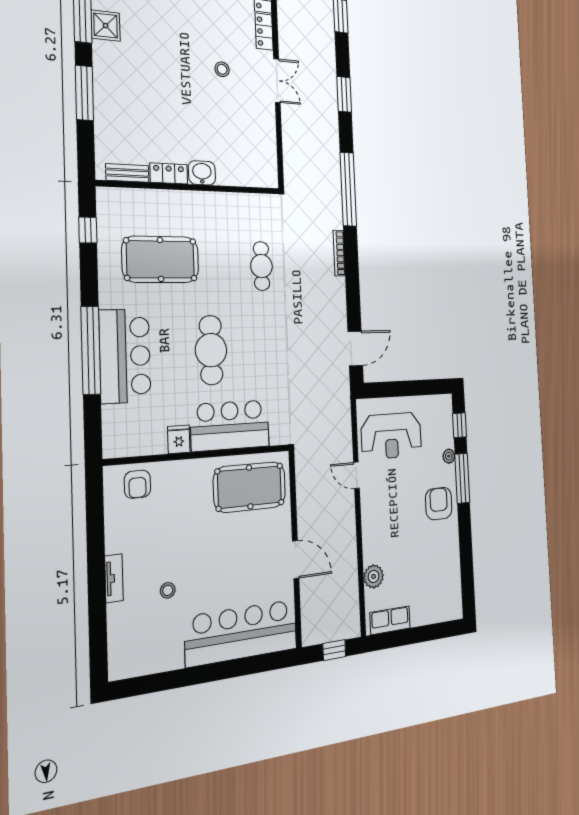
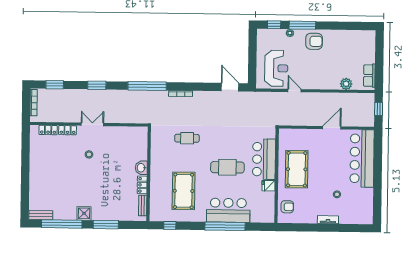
shower: (106, 26) -> (84, 213), moved
door: (356, 475) -> (294, 91), swing flipped
pool table: (250, 487) -> (297, 169), moved
armchair: (439, 504) -> (314, 41), turned 180

